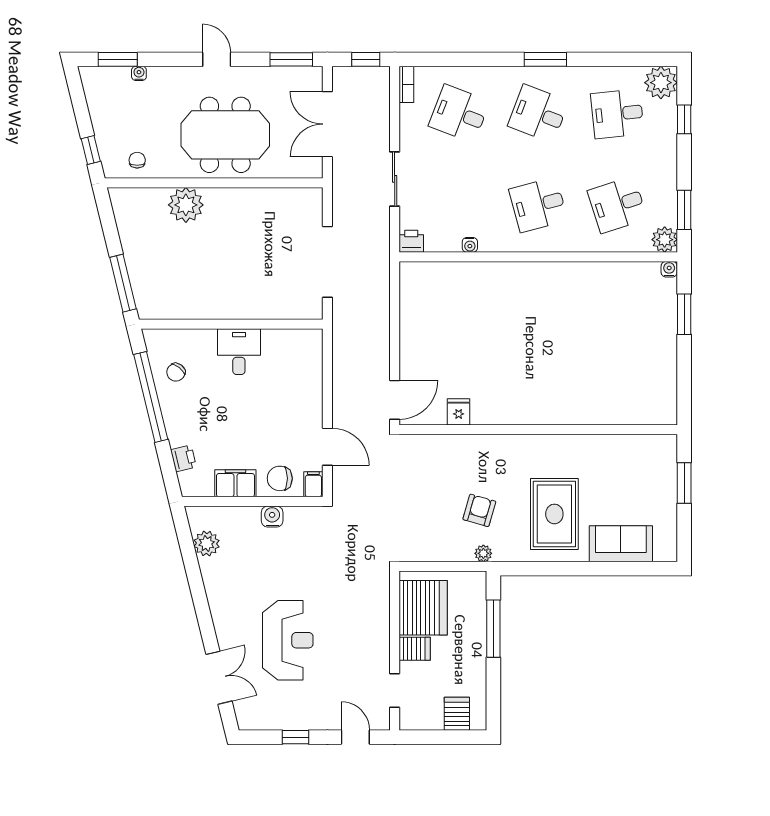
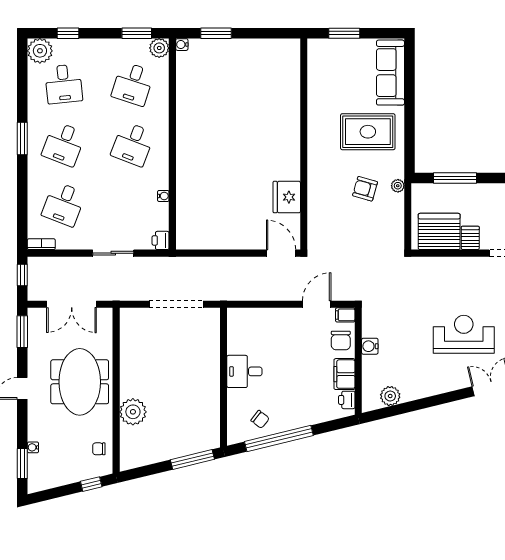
desk: (538, 205) -> (133, 144), turned 36
desk: (617, 205) -> (133, 84), turned 36
fridge: (459, 412) -> (287, 197), width x1.88, depth x1.34
printer: (183, 458) -> (347, 400), moved, turned -76
sofa: (621, 544) -> (390, 73), width x1.36

